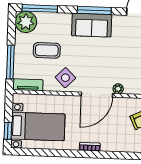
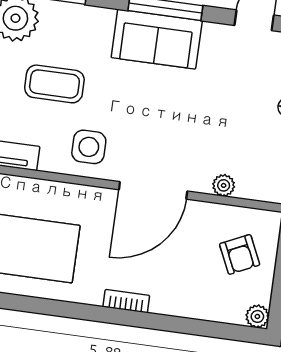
side table: (65, 78) -> (89, 147), turned 45
plant: (118, 89) -> (224, 185), moved

